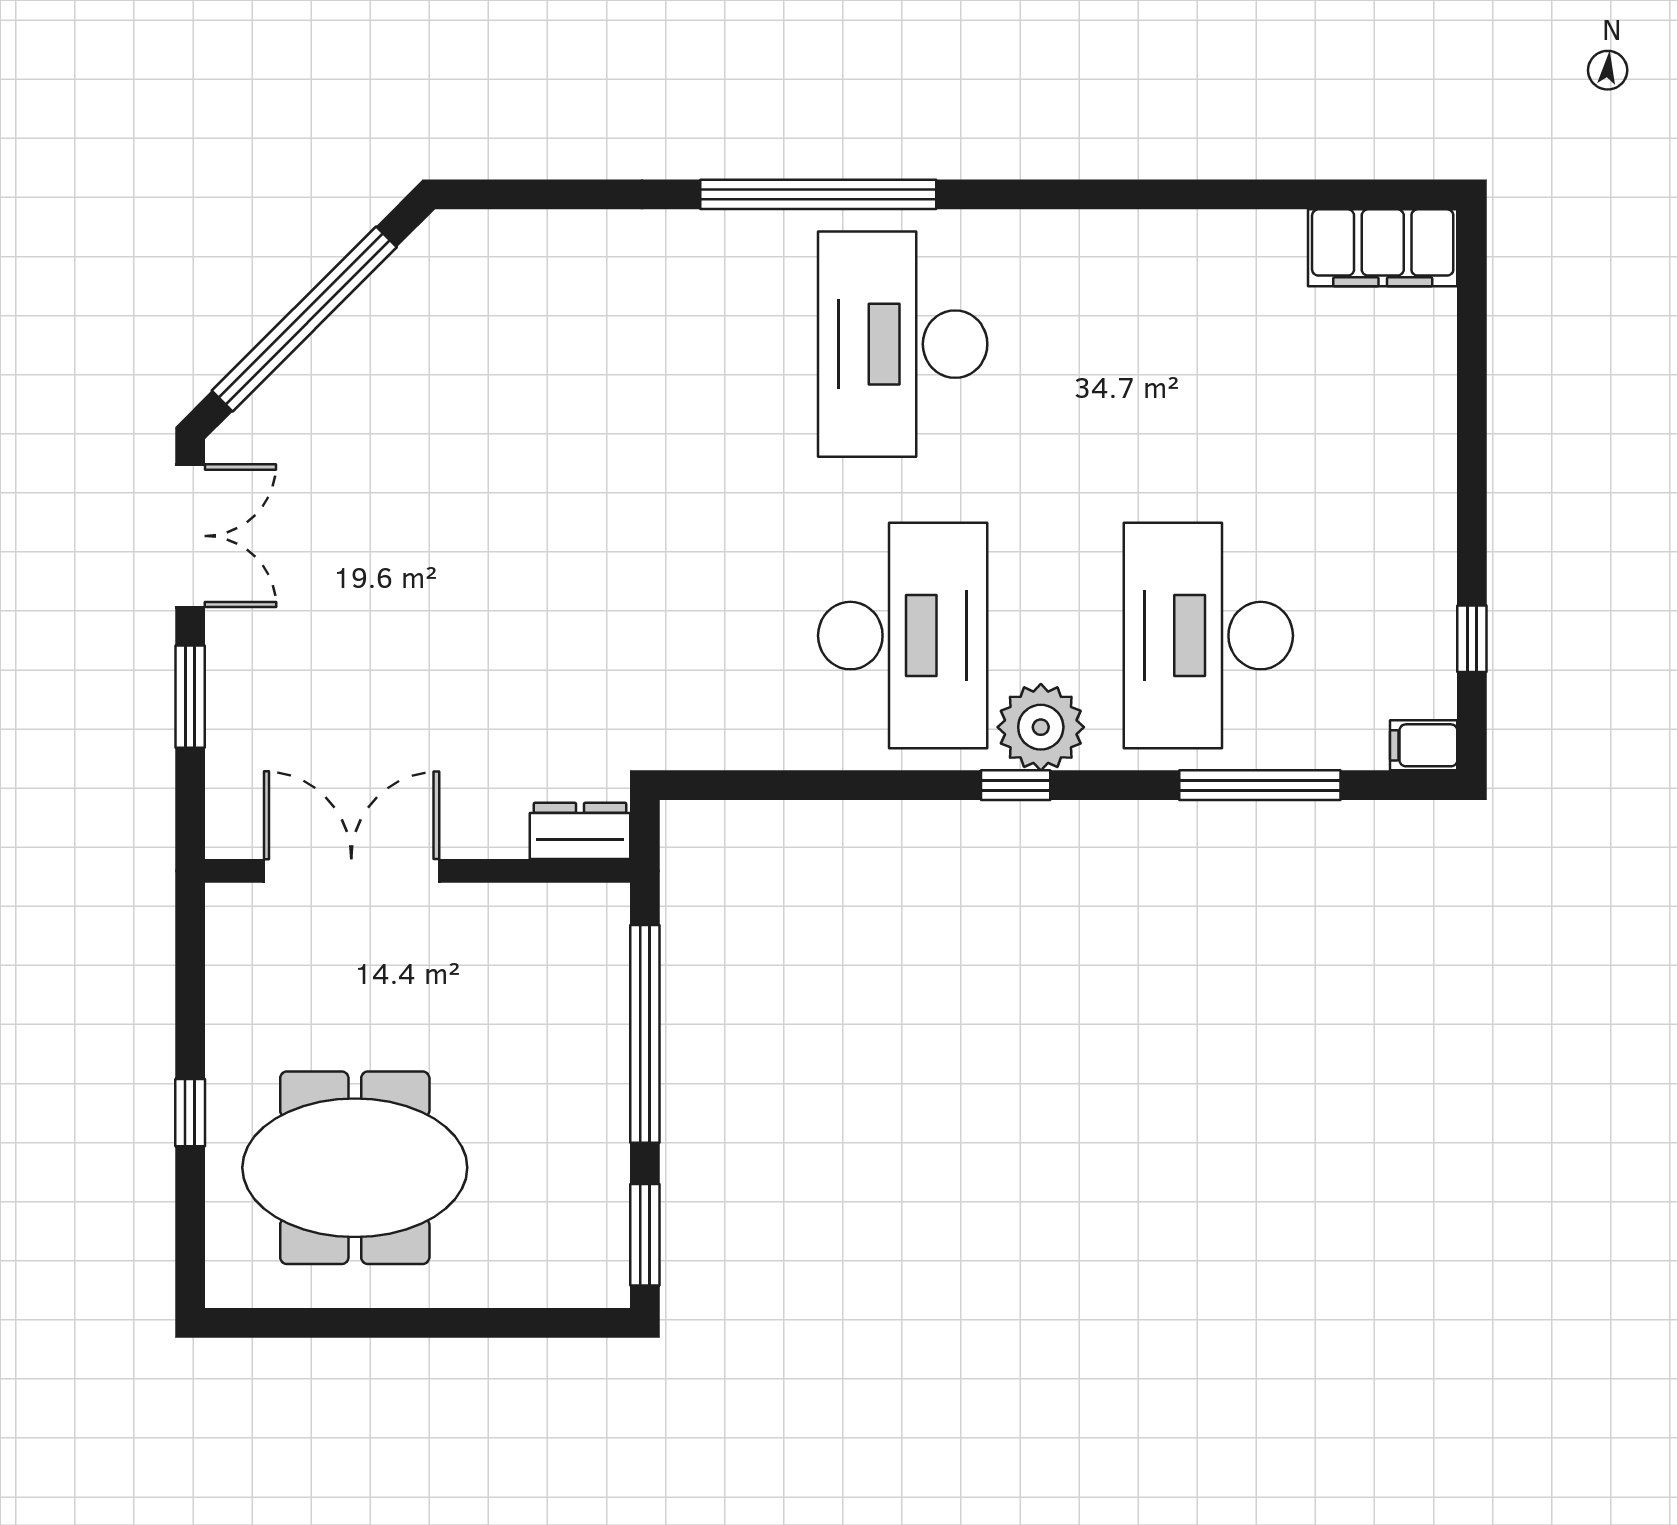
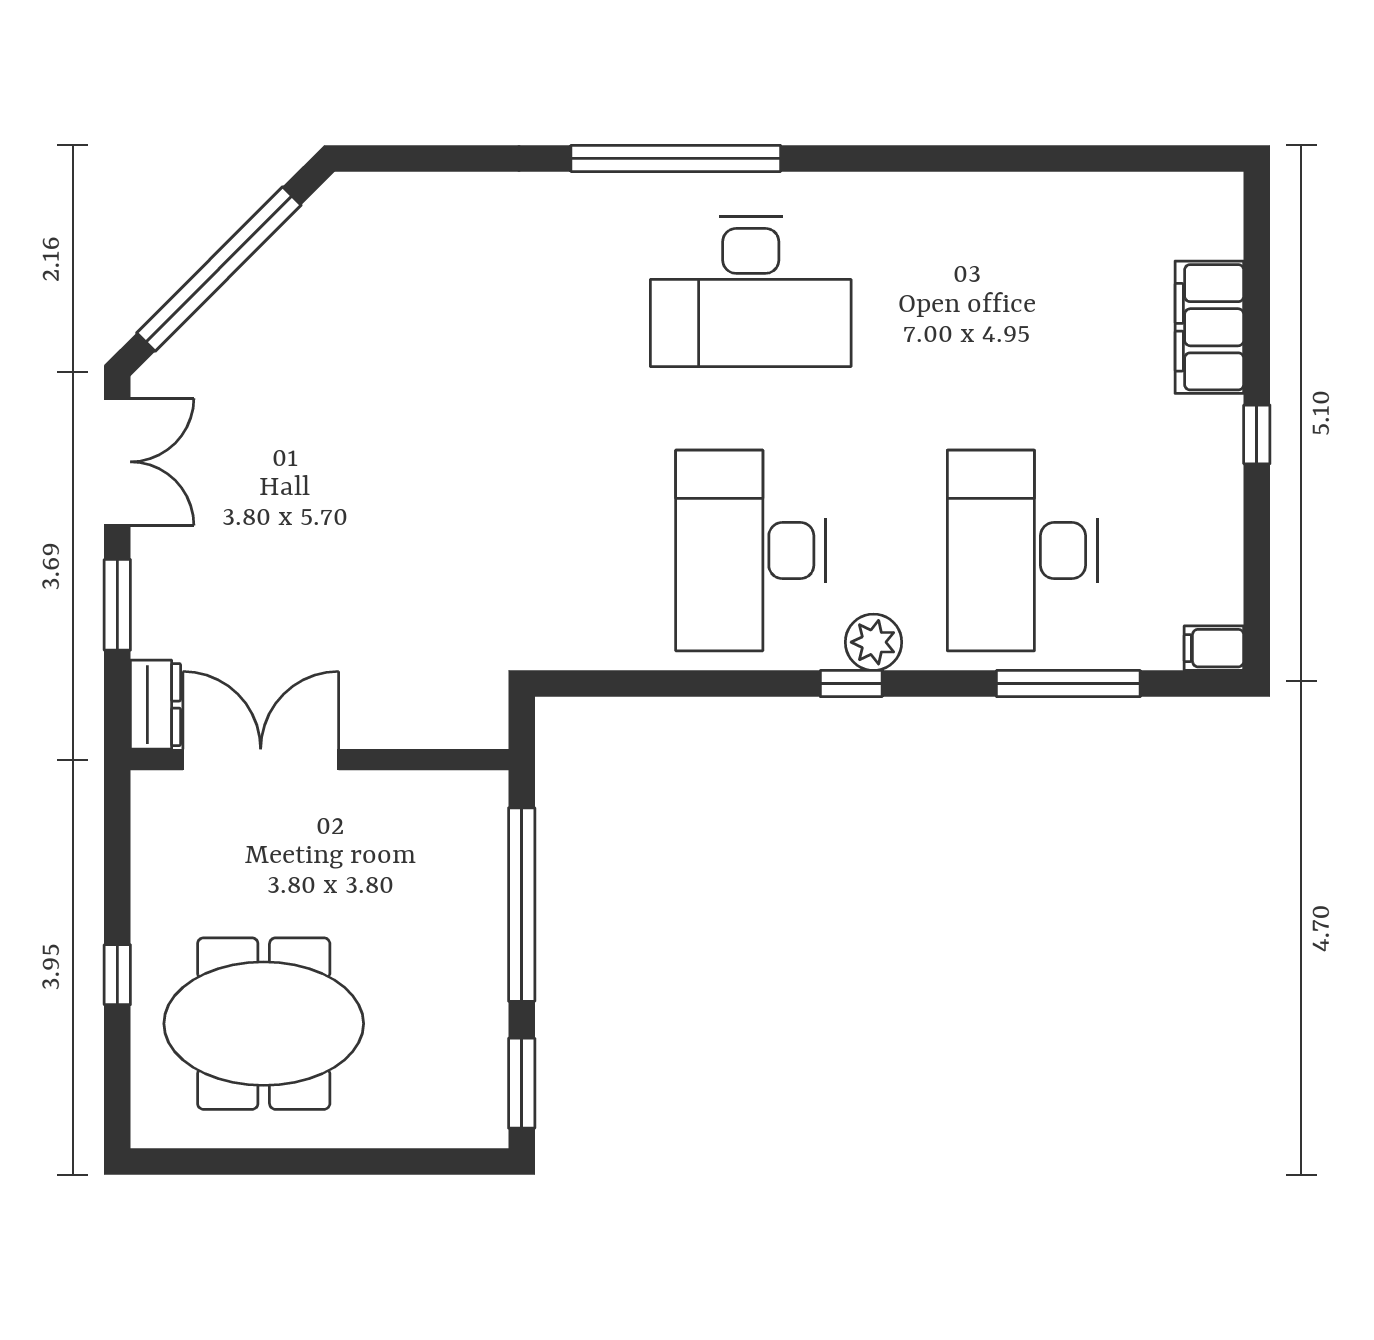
filing cabinet: (1383, 248) -> (1209, 327), moved, turned 90
desk: (903, 344) -> (751, 291), turned -90
desk: (903, 636) -> (751, 551), turned 180
window: (1472, 639) -> (1257, 434), moved
plant: (1041, 727) -> (874, 642), width x0.73, depth x0.73
dresser: (580, 831) -> (155, 705), moved, turned 90

